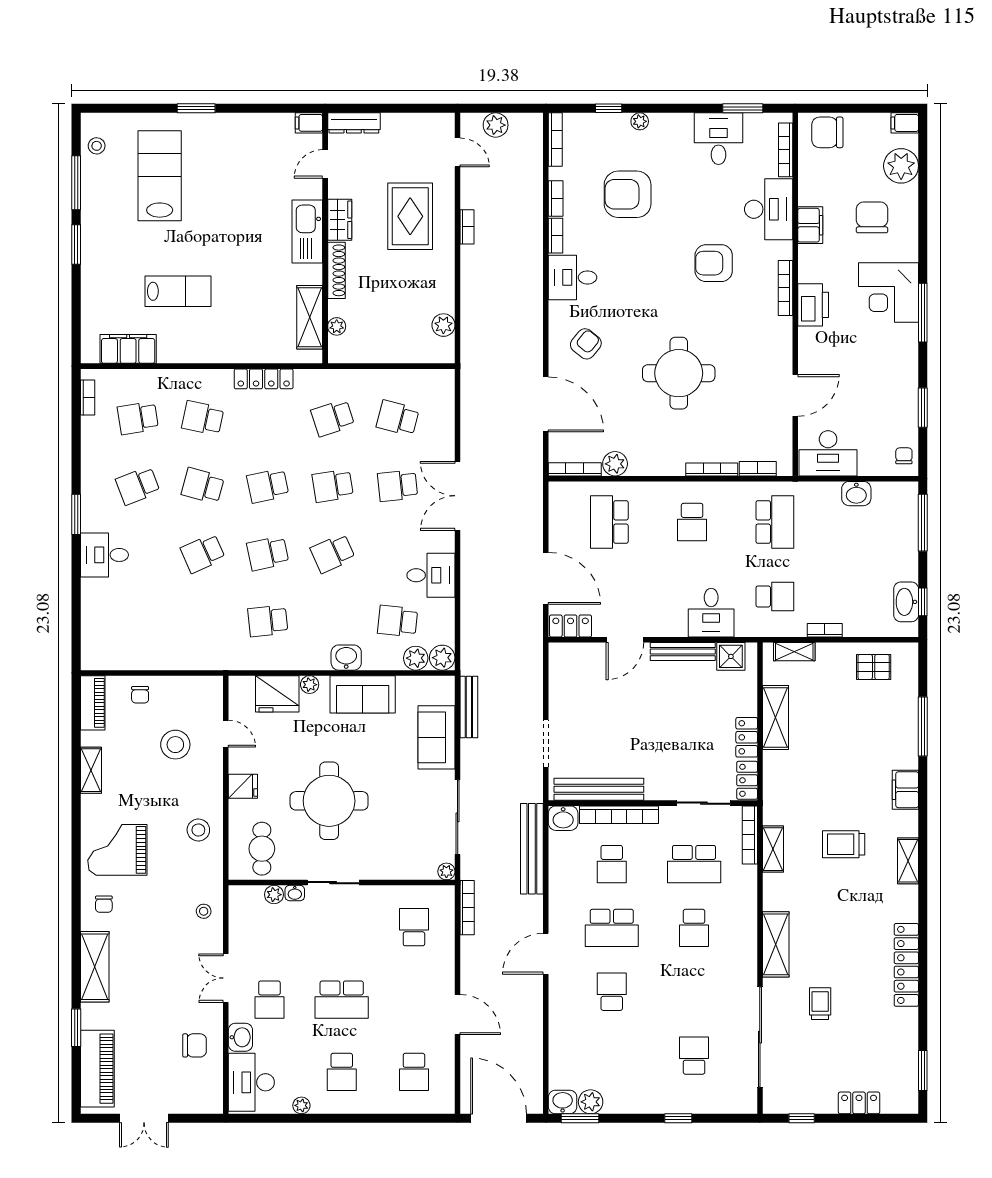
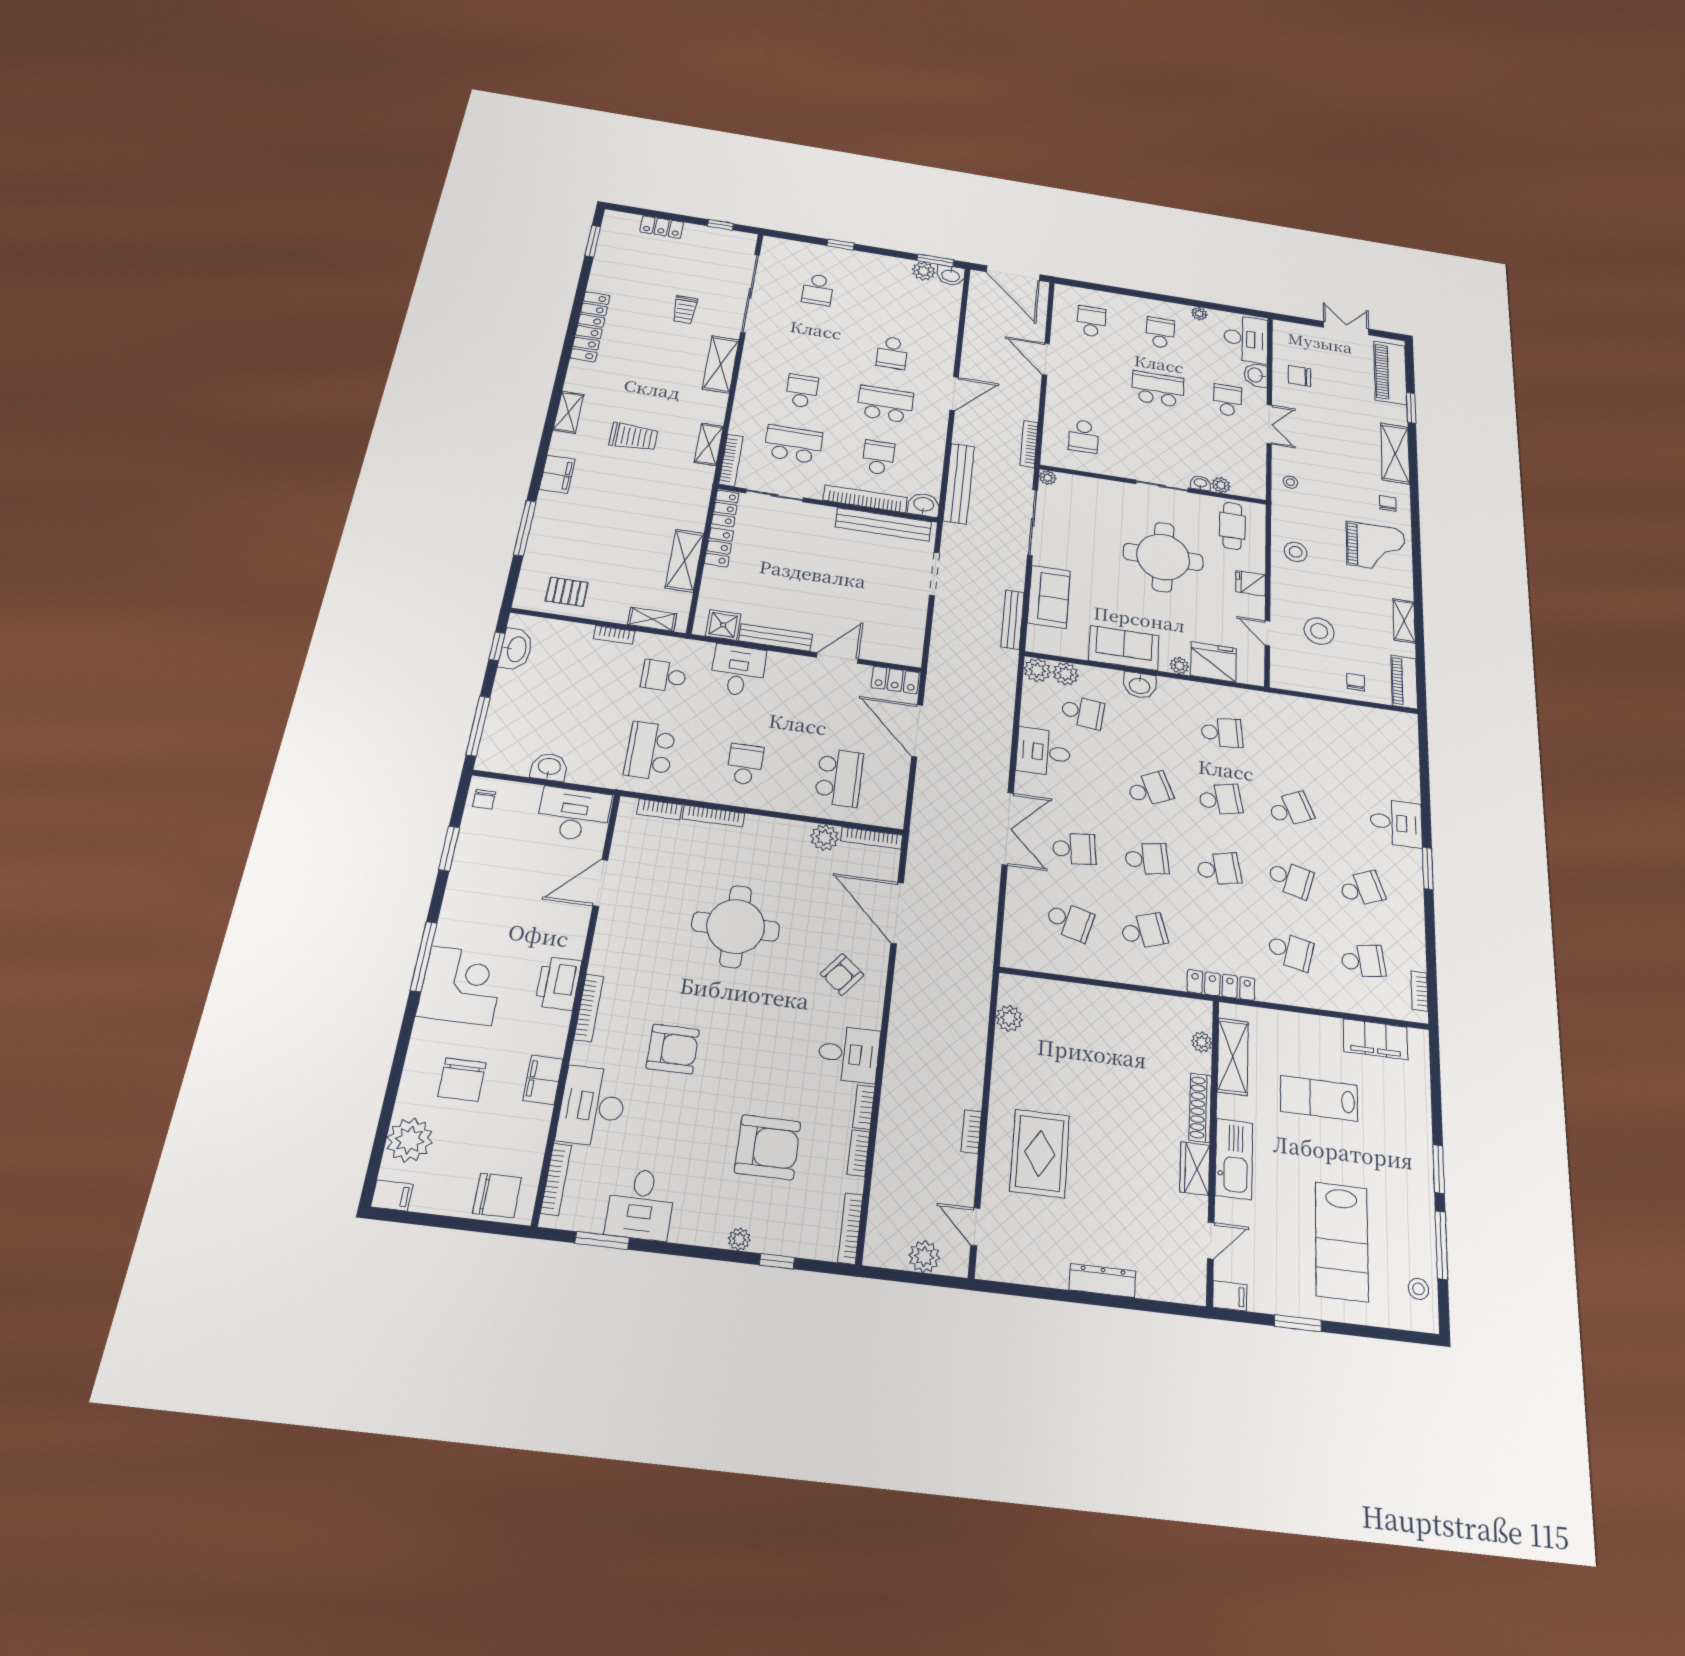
filing cabinet: (309, 123) -> (1230, 1296), moved
door: (325, 164) -> (1211, 1241), moved
wardrobe: (340, 220) -> (1195, 1168), moved
kitchen sink: (307, 232) -> (1234, 1159), moved
wall: (325, 238) -> (1213, 1148), moved
shoe rack: (337, 270) -> (1200, 1108), moved
shelving: (310, 317) -> (1233, 1057), moved
plant: (337, 326) -> (1202, 1042), moved

